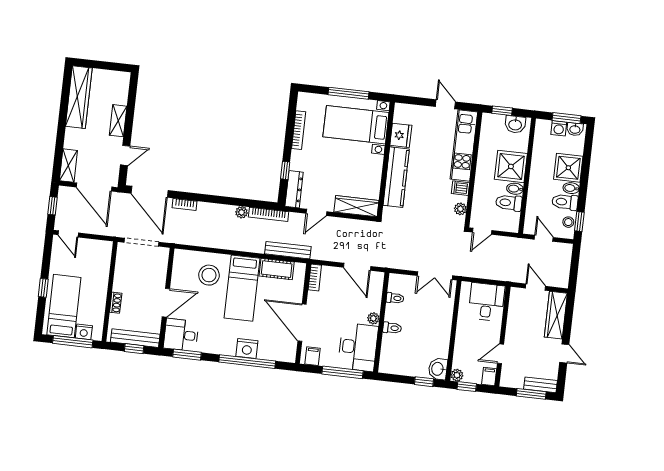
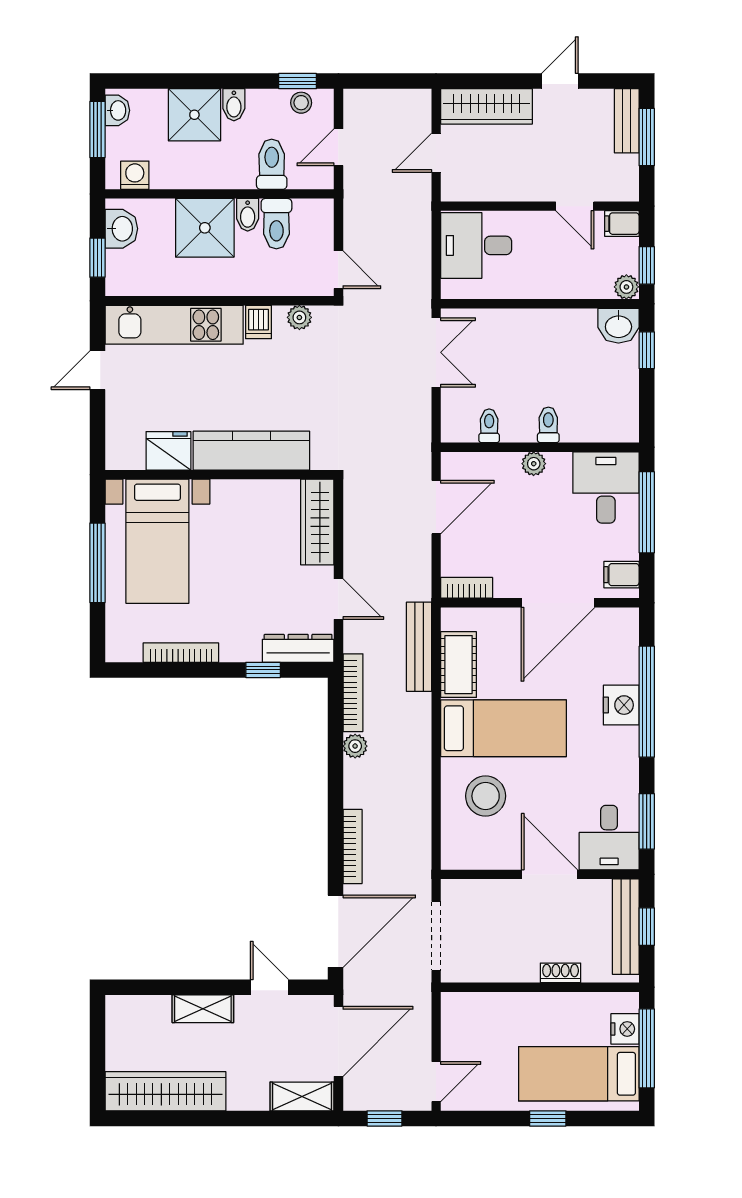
washing machine: (559, 128) -> (135, 175), moved, turned -90
toilet: (565, 202) -> (272, 164), moved, turned 180
bookcase: (185, 205) -> (353, 846), width x1.56
desk: (358, 347) -> (606, 487), width x0.73

